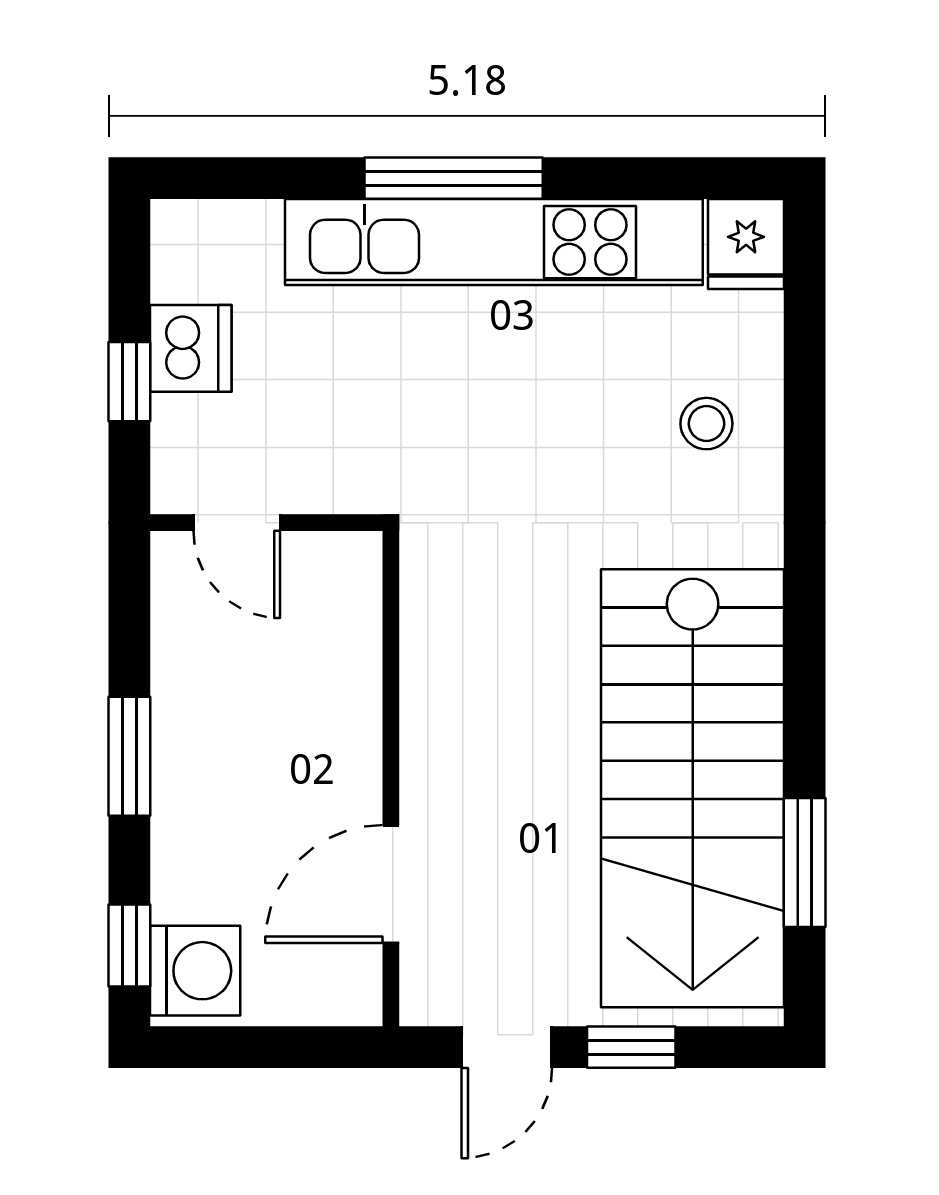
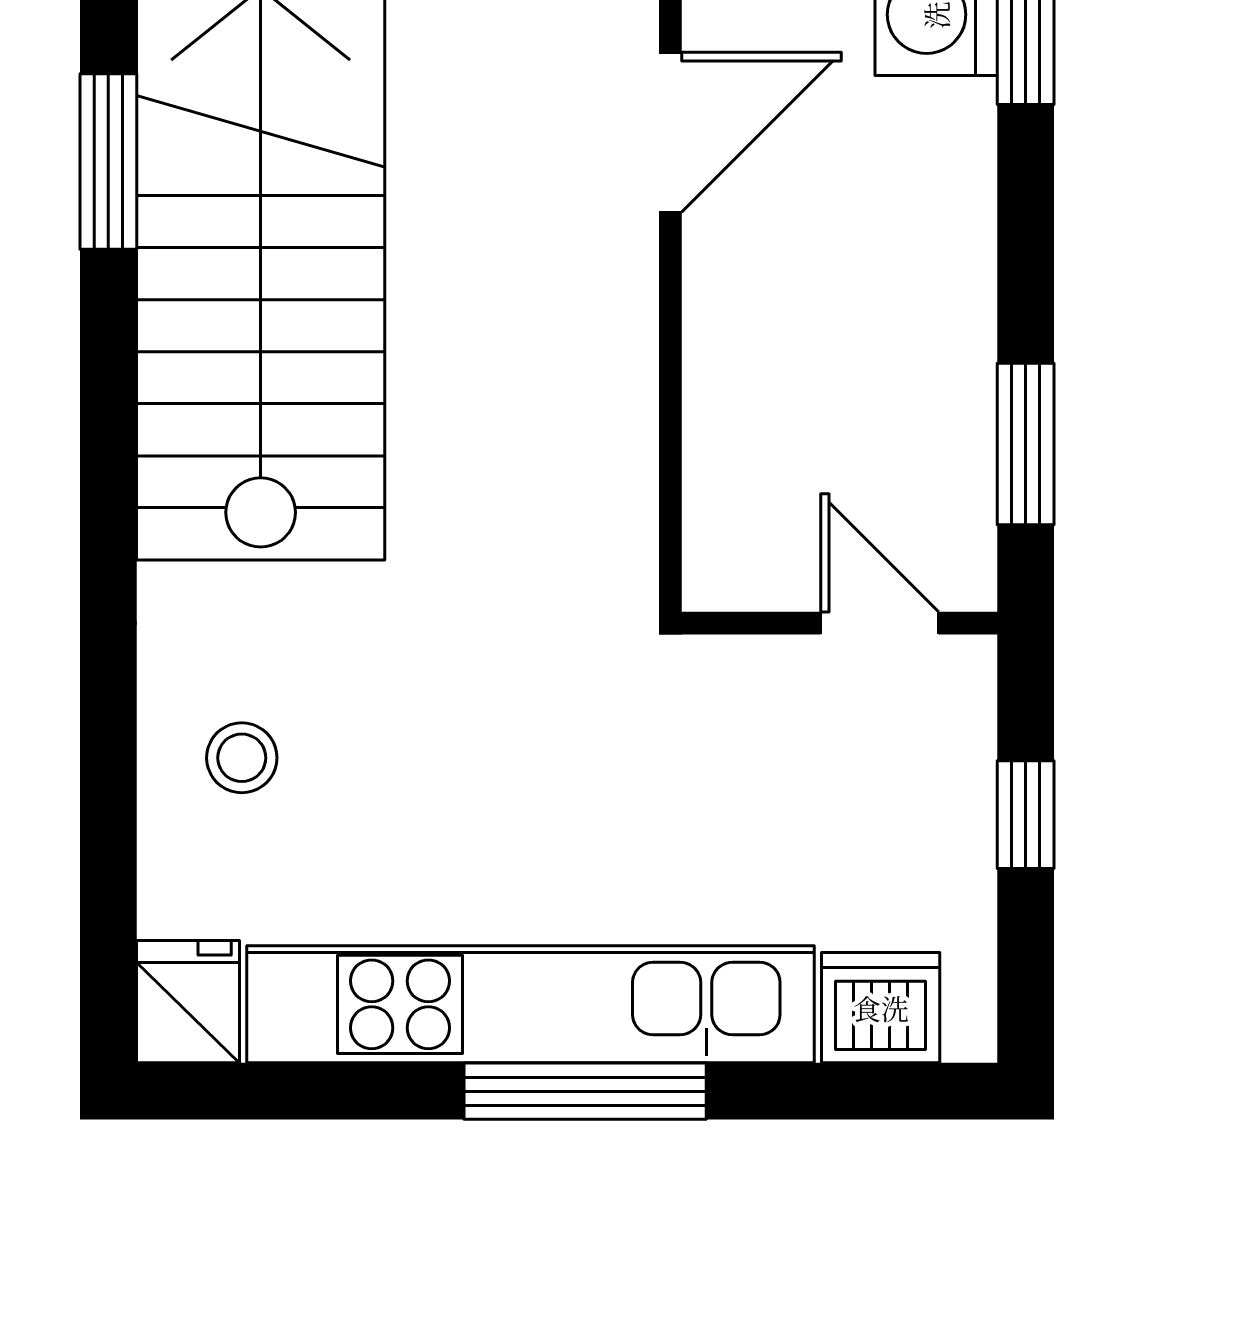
dishwasher: (191, 348) -> (881, 1008), moved, turned 90
window: (129, 756) -> (1026, 444), moved

